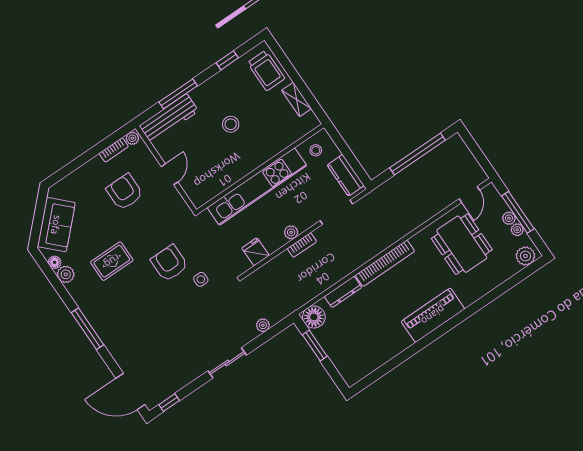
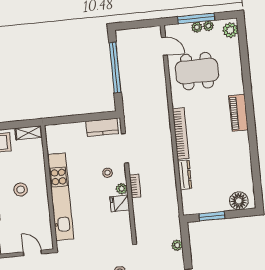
stool: (316, 150) -> (107, 173), moved
wall: (260, 169) -> (49, 187), moved
kitchen unit: (257, 187) -> (61, 197), moved
fridge: (255, 252) -> (120, 203), moved
piano: (433, 315) -> (238, 113), width x0.73, depth x0.75
floor lamp: (314, 317) -> (239, 201), moved

